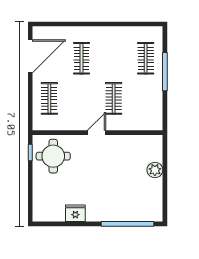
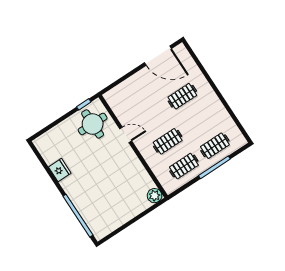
clothes rail: (49, 98) -> (184, 166), moved
door: (97, 133) -> (126, 135), moved
plant: (155, 170) -> (155, 196), moved

